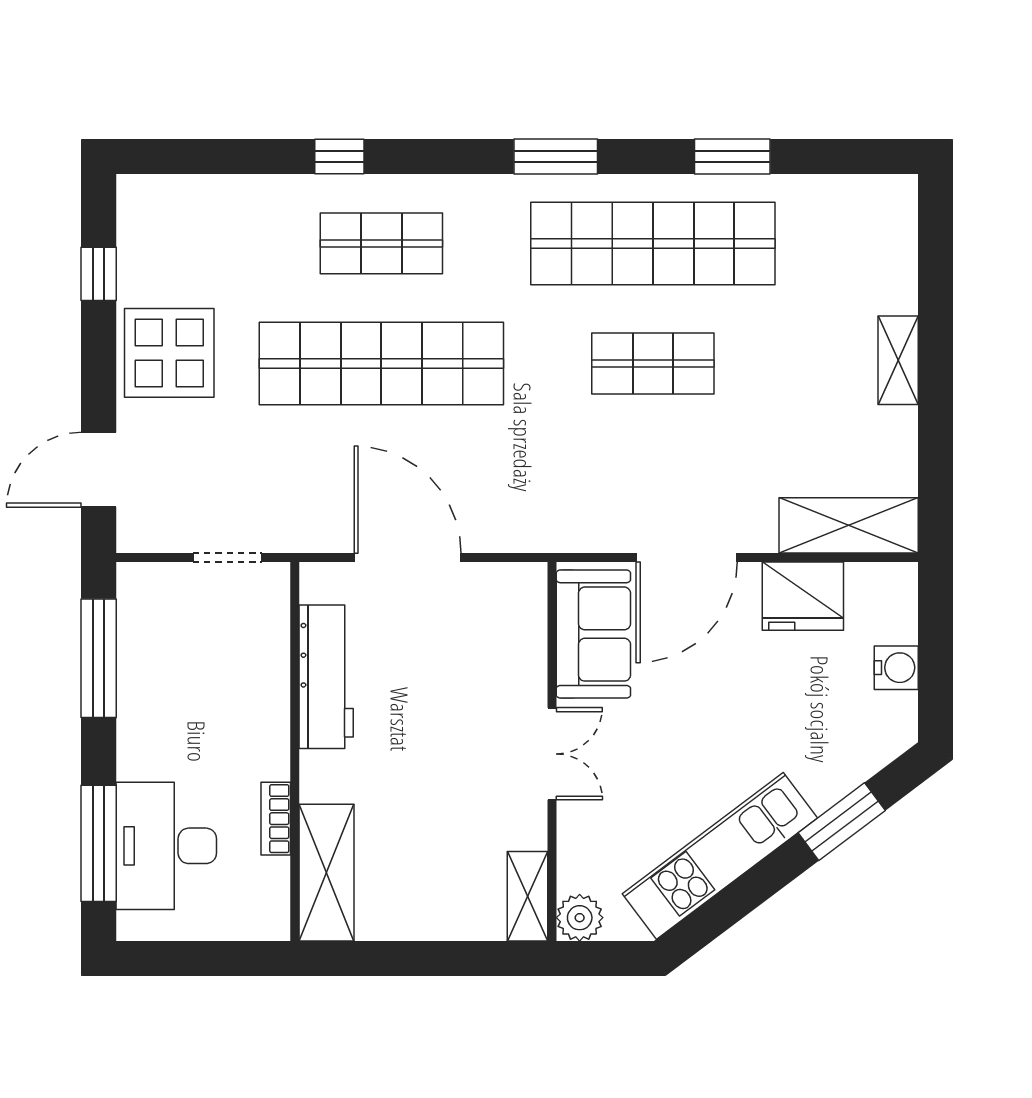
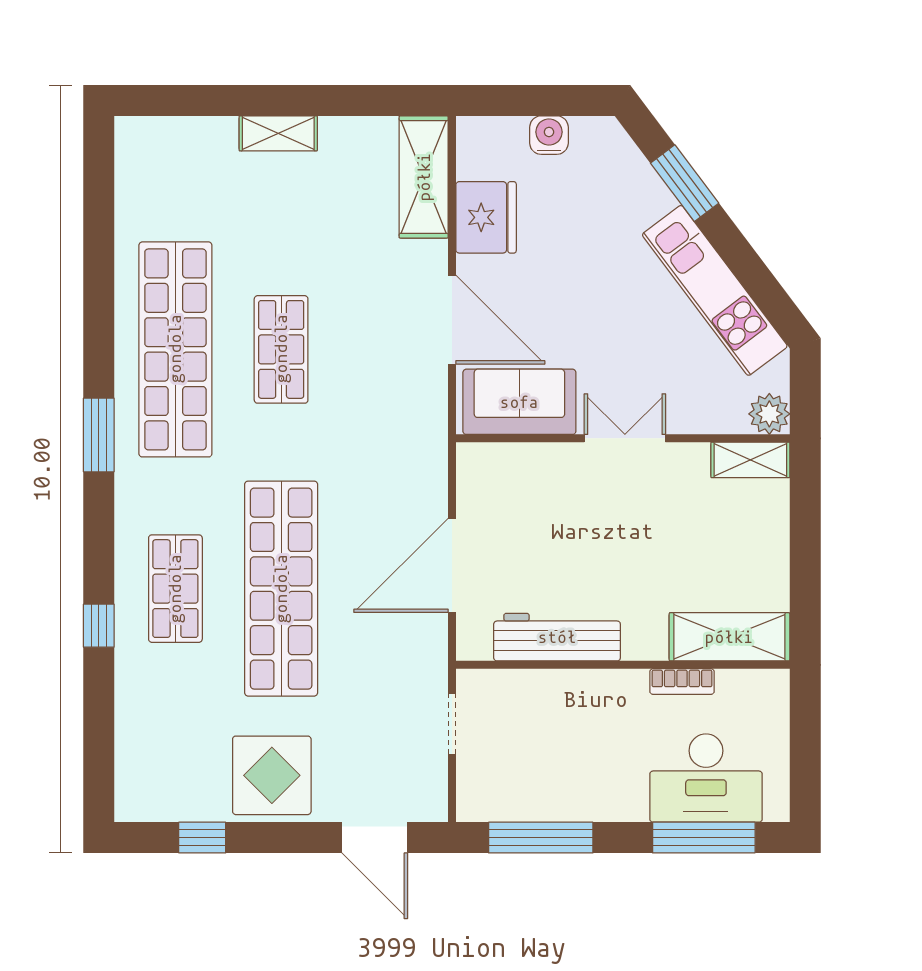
window: (732, 156) -> (99, 279), removed

